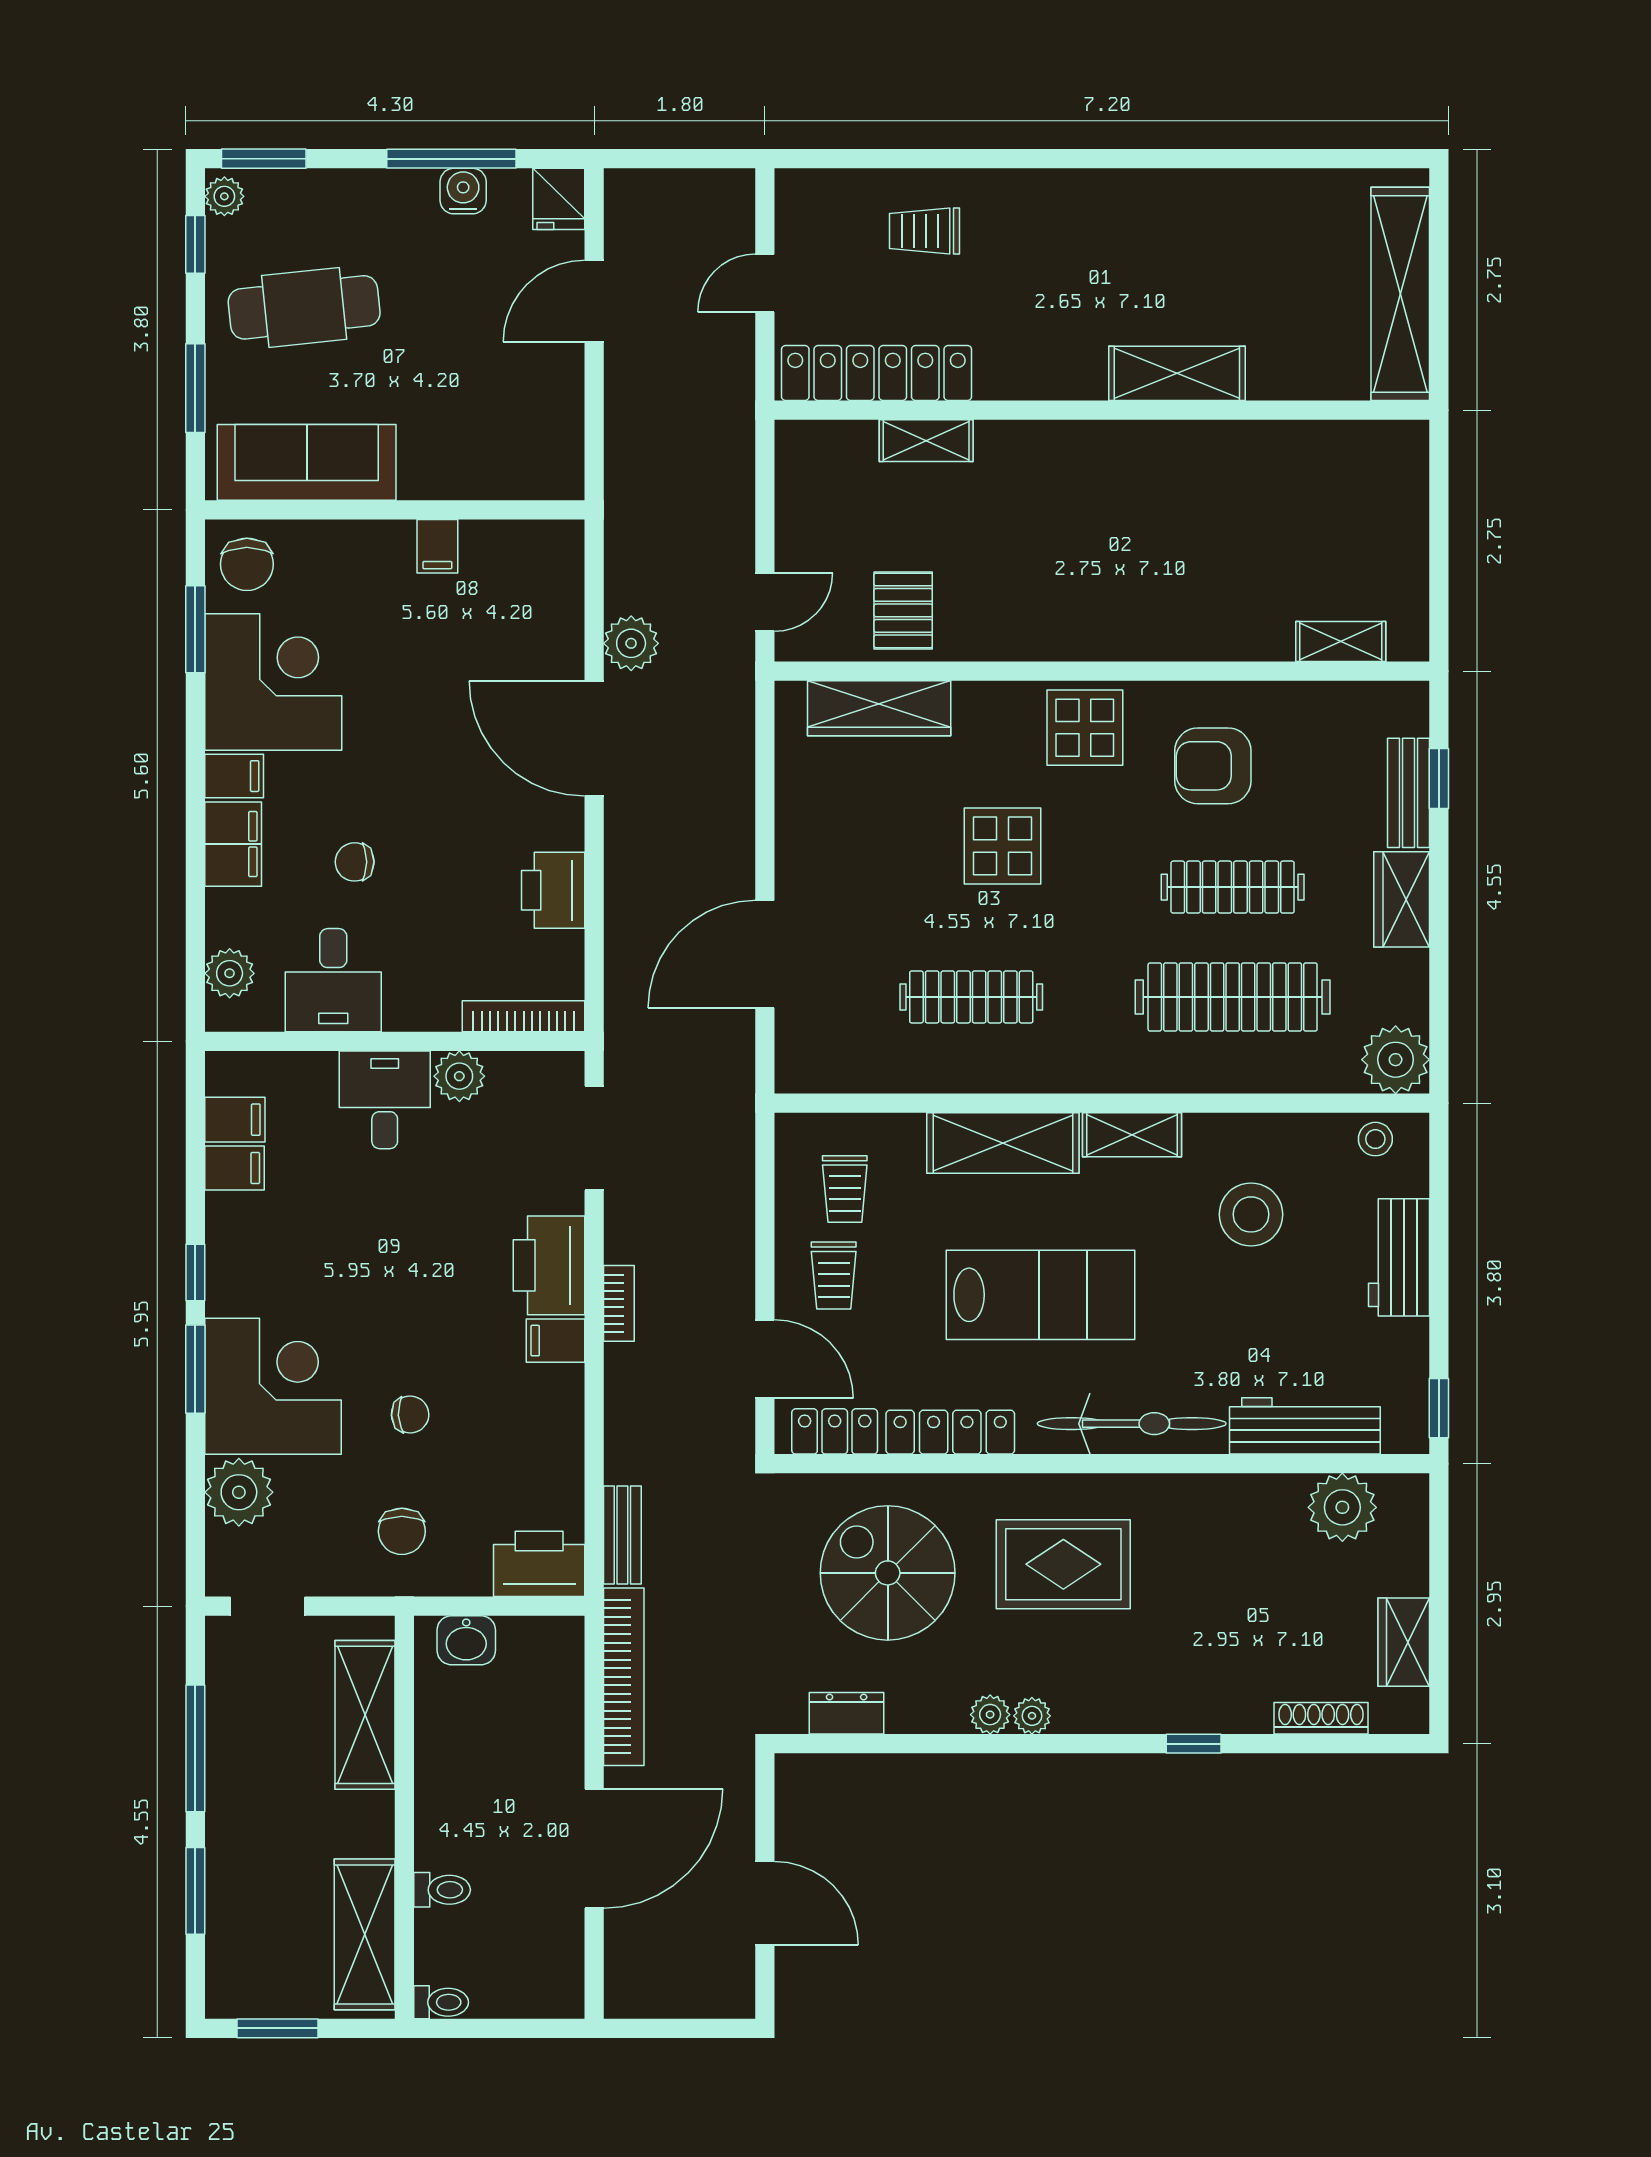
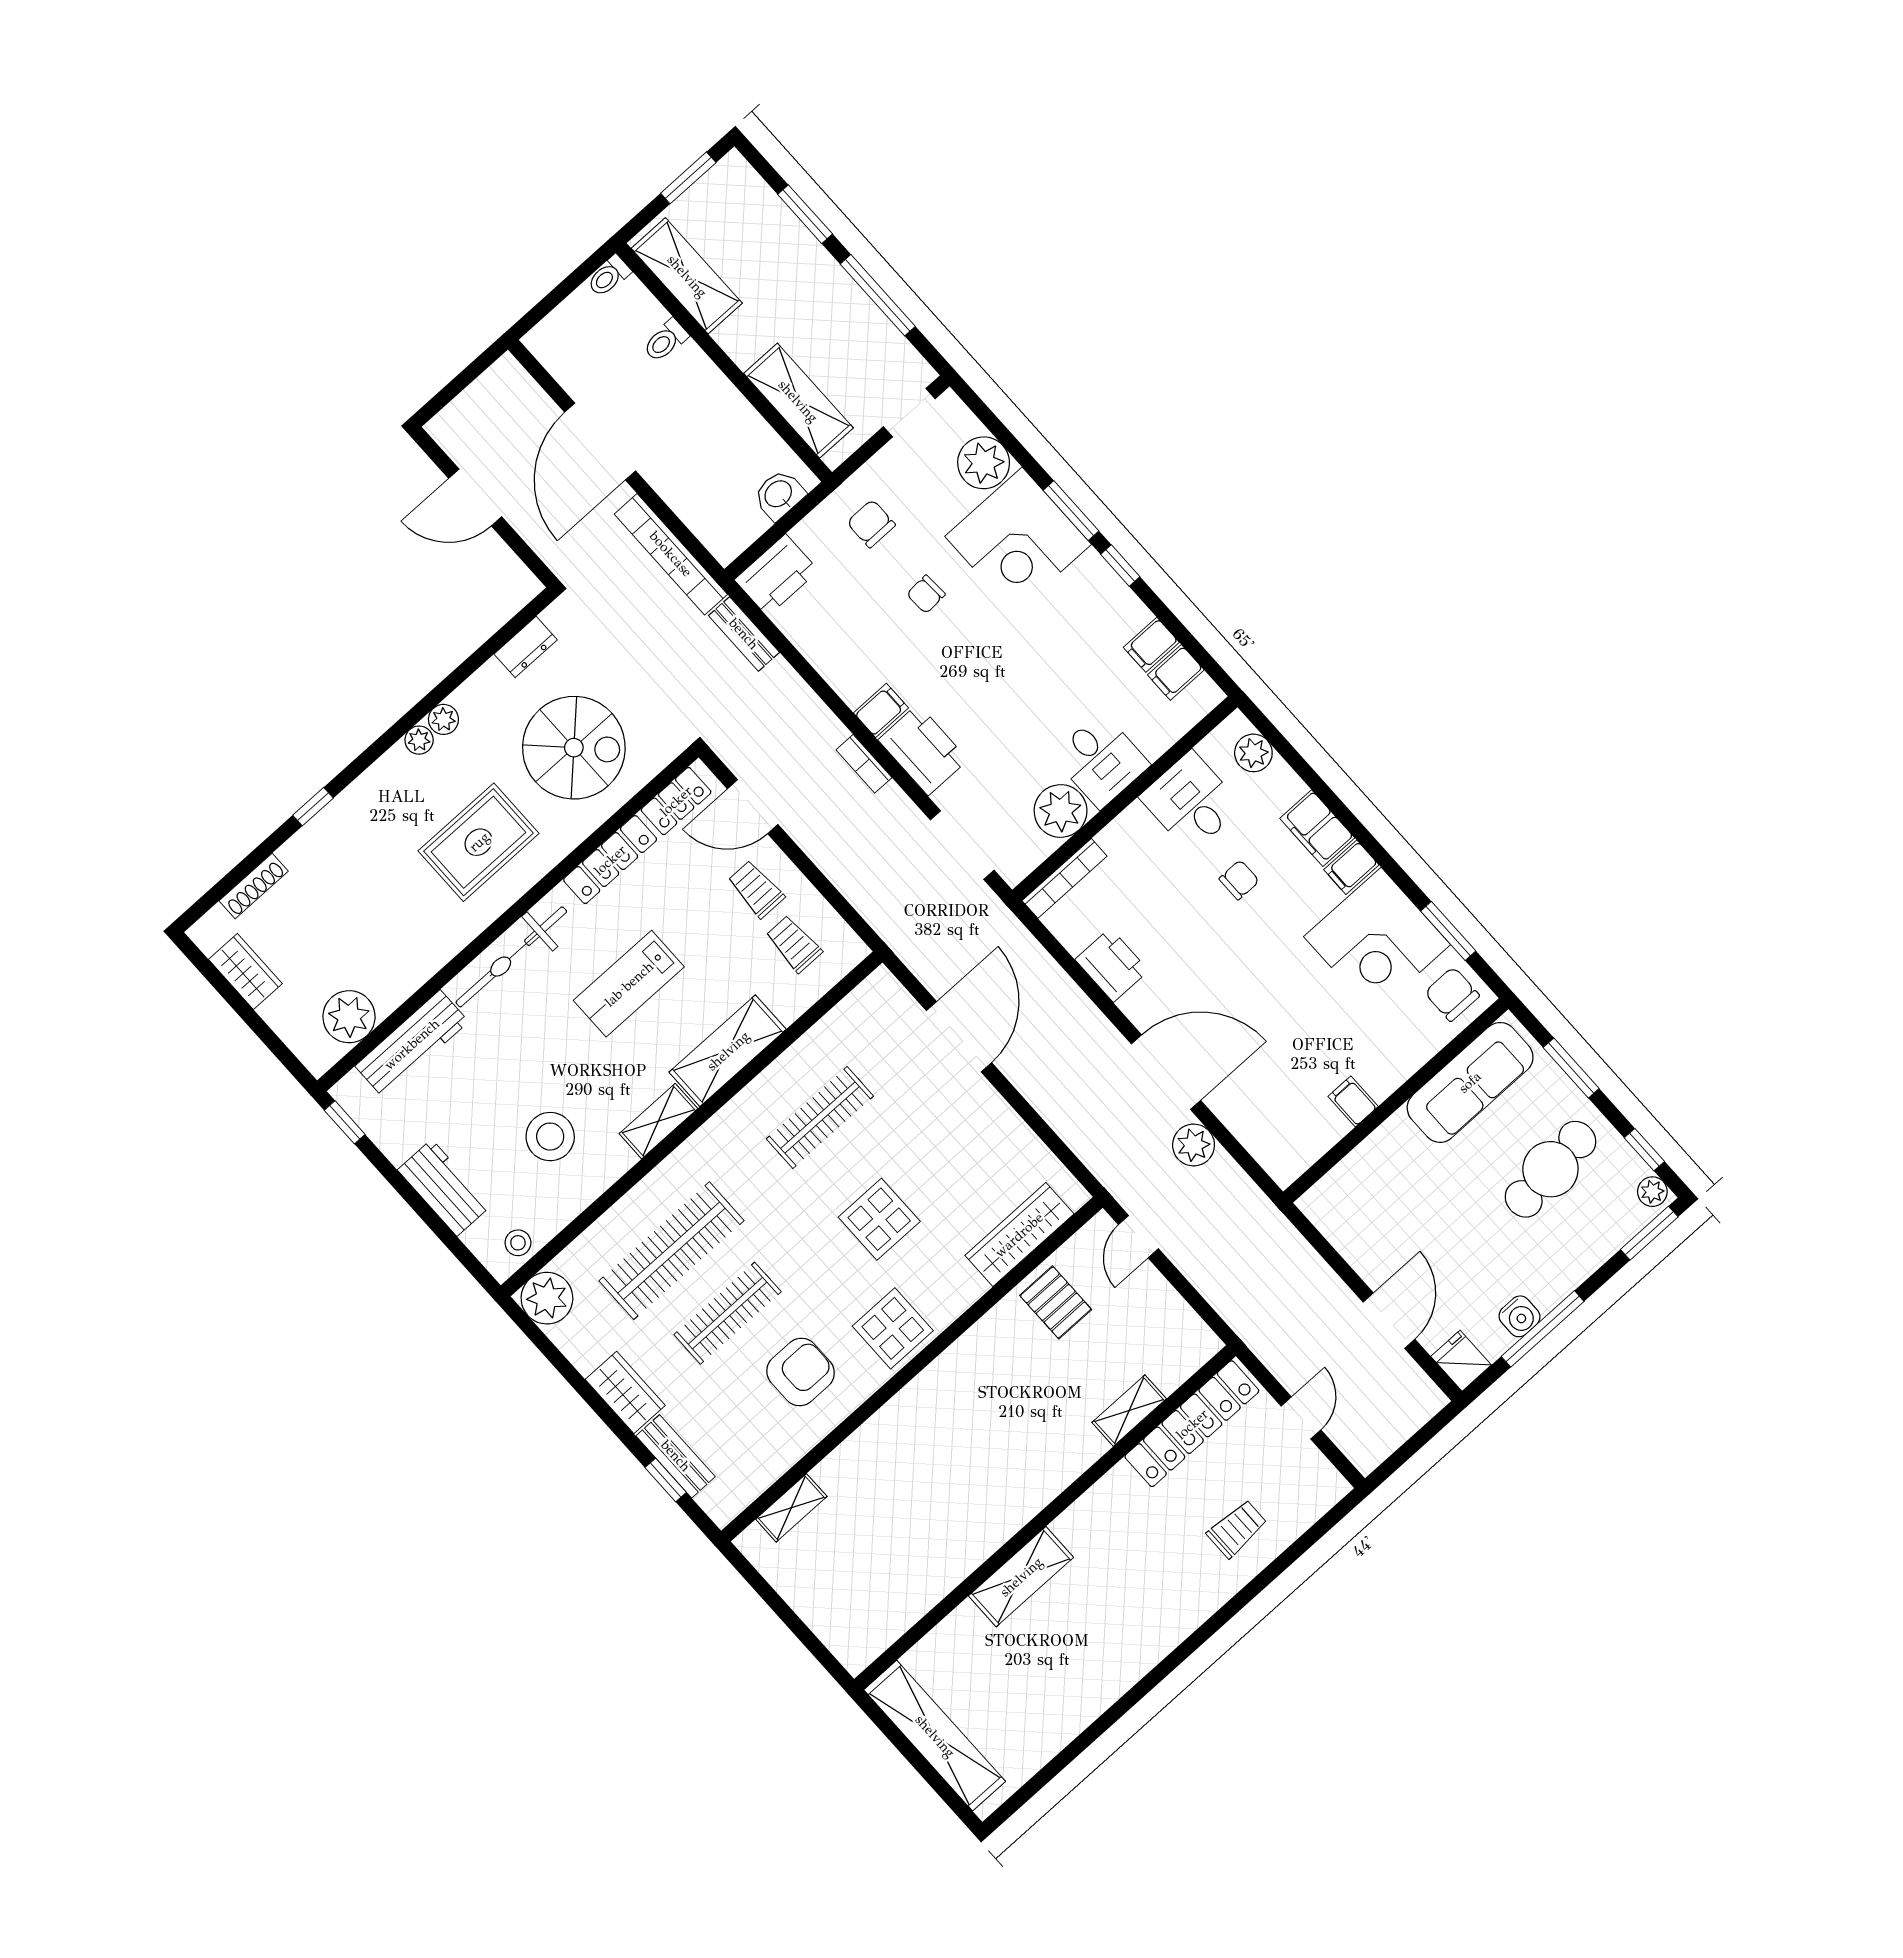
plant: (459, 1076) -> (1061, 811), width x1.36, depth x1.36
lab bench: (1040, 1295) -> (629, 984), width x0.73, depth x0.72

